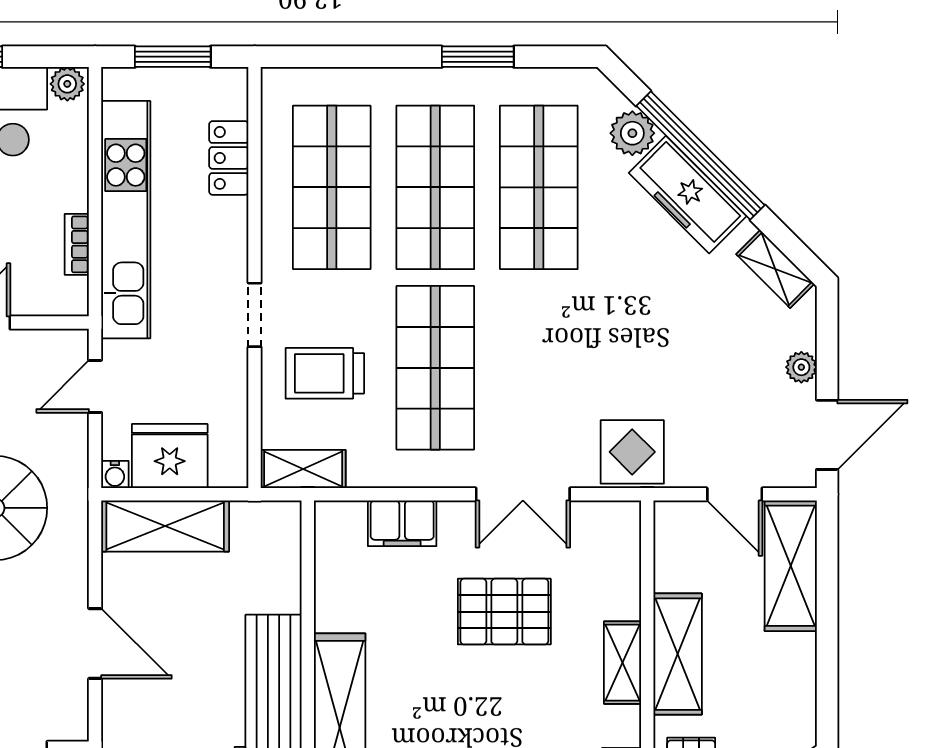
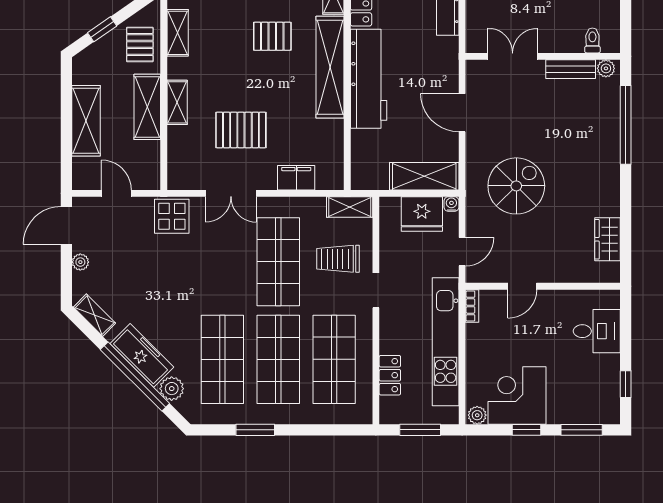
bookcase: (77, 244) -> (472, 306), moved
trolley: (325, 373) -> (338, 259), turned 180
double door: (523, 494) -> (231, 193), swing flipped
shelving: (791, 566) -> (86, 121), moved

